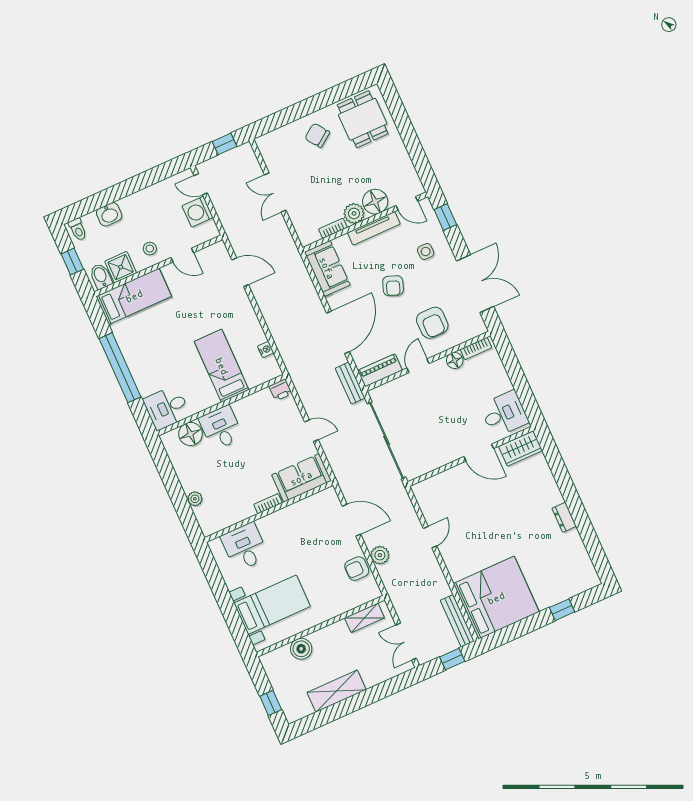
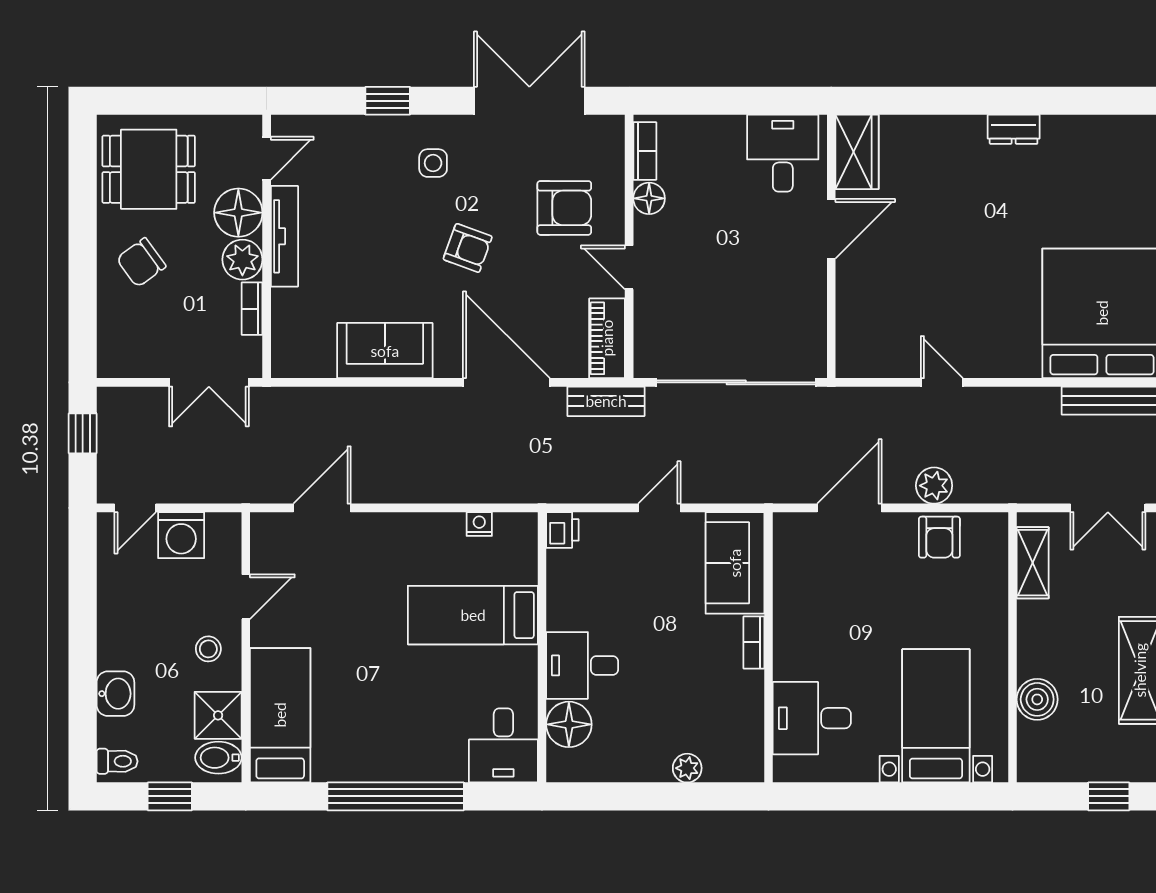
floor lamp: (375, 202) -> (238, 213), moved
door: (407, 203) -> (267, 158), moved
plant: (354, 213) -> (242, 260), moved
wall: (365, 222) -> (267, 246), moved
bookcase: (333, 228) -> (252, 309), moved
tv unit: (374, 228) -> (284, 236), moved

